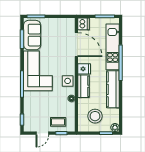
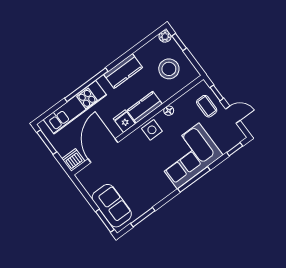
sofa: (32, 35) -> (112, 206), moved, turned 90
corner sofa: (38, 71) -> (188, 156), moved
kitchen counter: (113, 89) -> (123, 71), width x0.67

